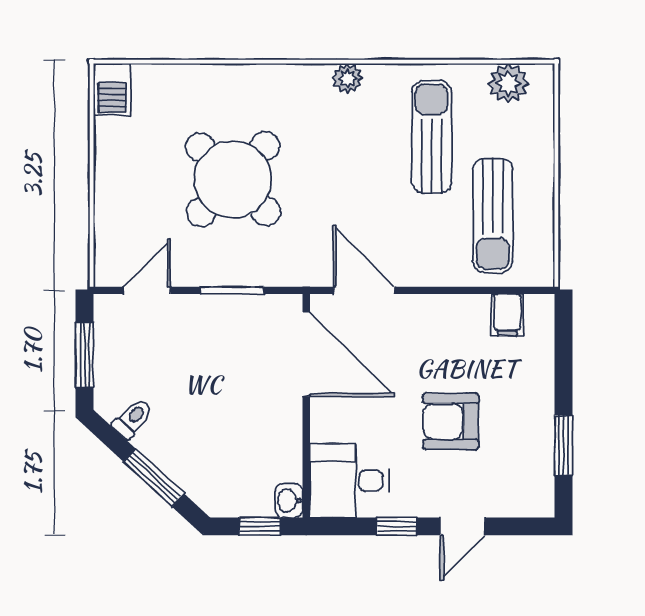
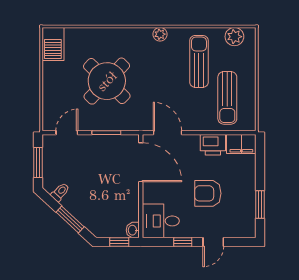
barbecue: (112, 90) -> (53, 44), width x1.38, depth x1.27
filing cabinet: (507, 315) -> (241, 144), width x2.00
printer: (462, 316) -> (213, 145), added

